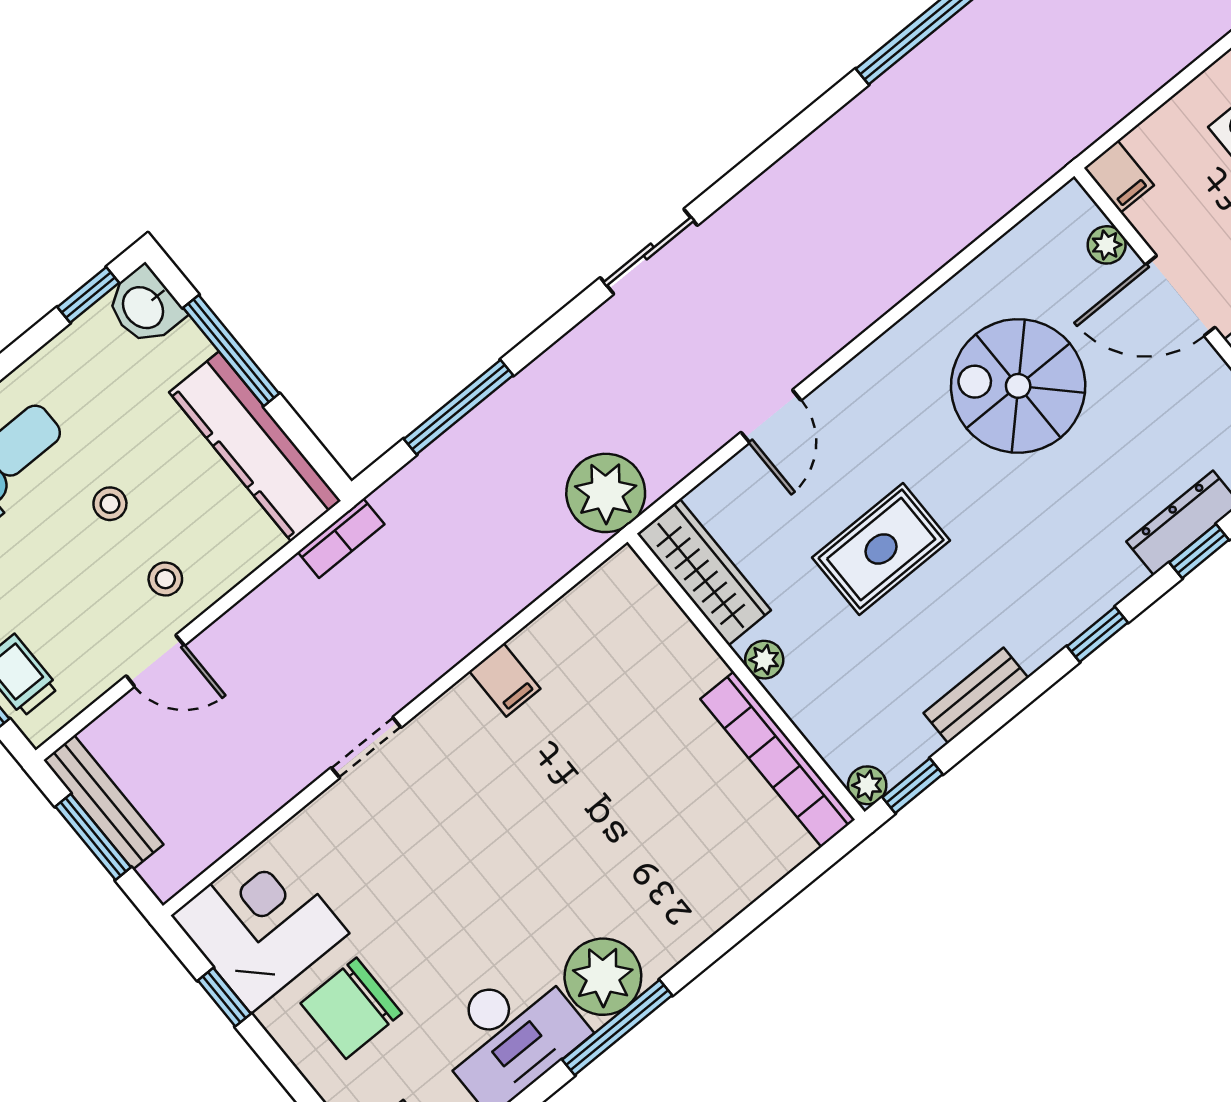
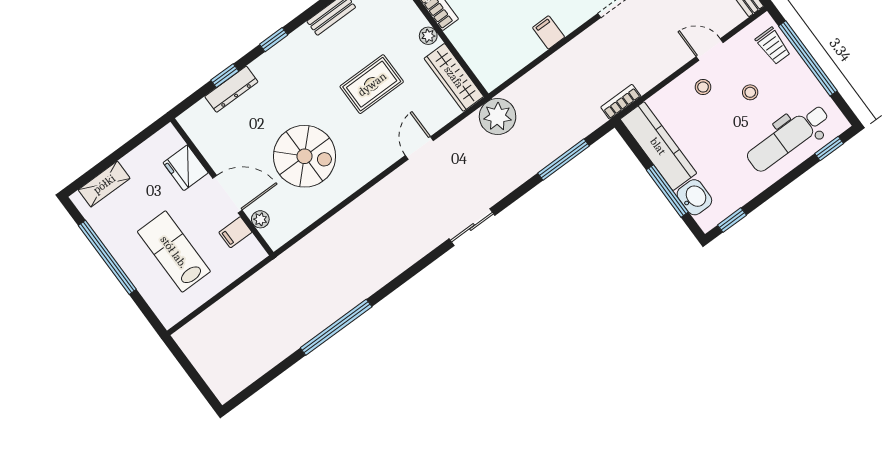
filing cabinet: (1119, 177) -> (235, 232), moved, turned -90
washbasin: (144, 307) -> (694, 197), moved
stool: (110, 504) -> (750, 92), moved

